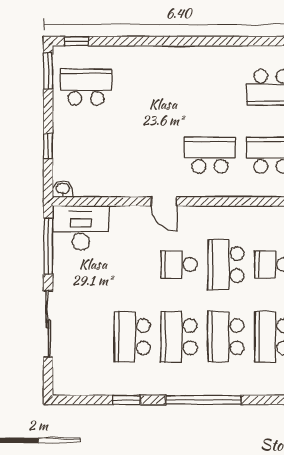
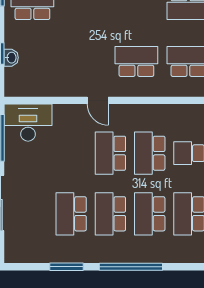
washbasin: (63, 189) -> (11, 58), moved, turned 90
school desk: (179, 265) -> (110, 153), width x1.85
window: (127, 400) -> (67, 267), width x1.50

